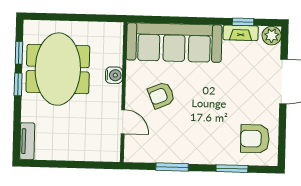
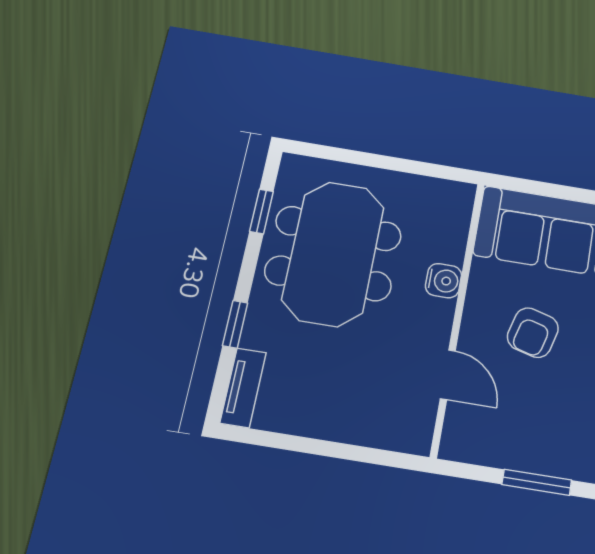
window: (18, 84) -> (235, 324), moved
armchair: (161, 95) -> (533, 333), turned -52

